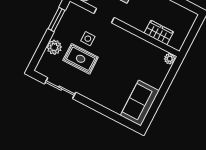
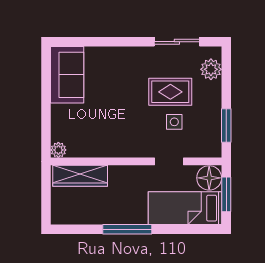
wardrobe: (159, 33) -> (80, 176), width x1.50
plant: (54, 47) -> (211, 69), moved

